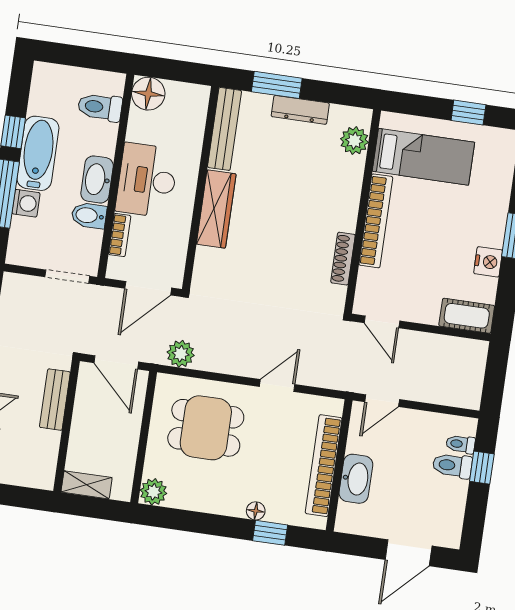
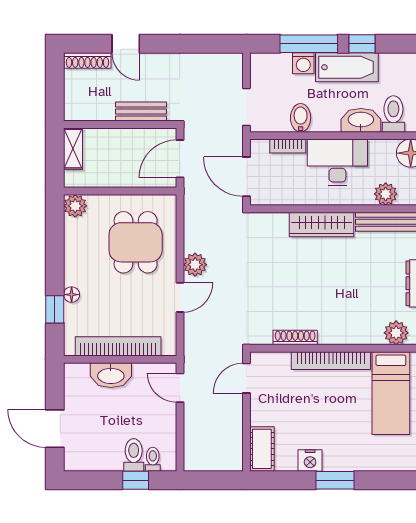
plant: (192, 130) -> (386, 194), added
washbasin: (97, 179) -> (361, 120), moved
plant: (181, 354) -> (195, 265), moved
door: (277, 386) -> (180, 297), hinge flipped

